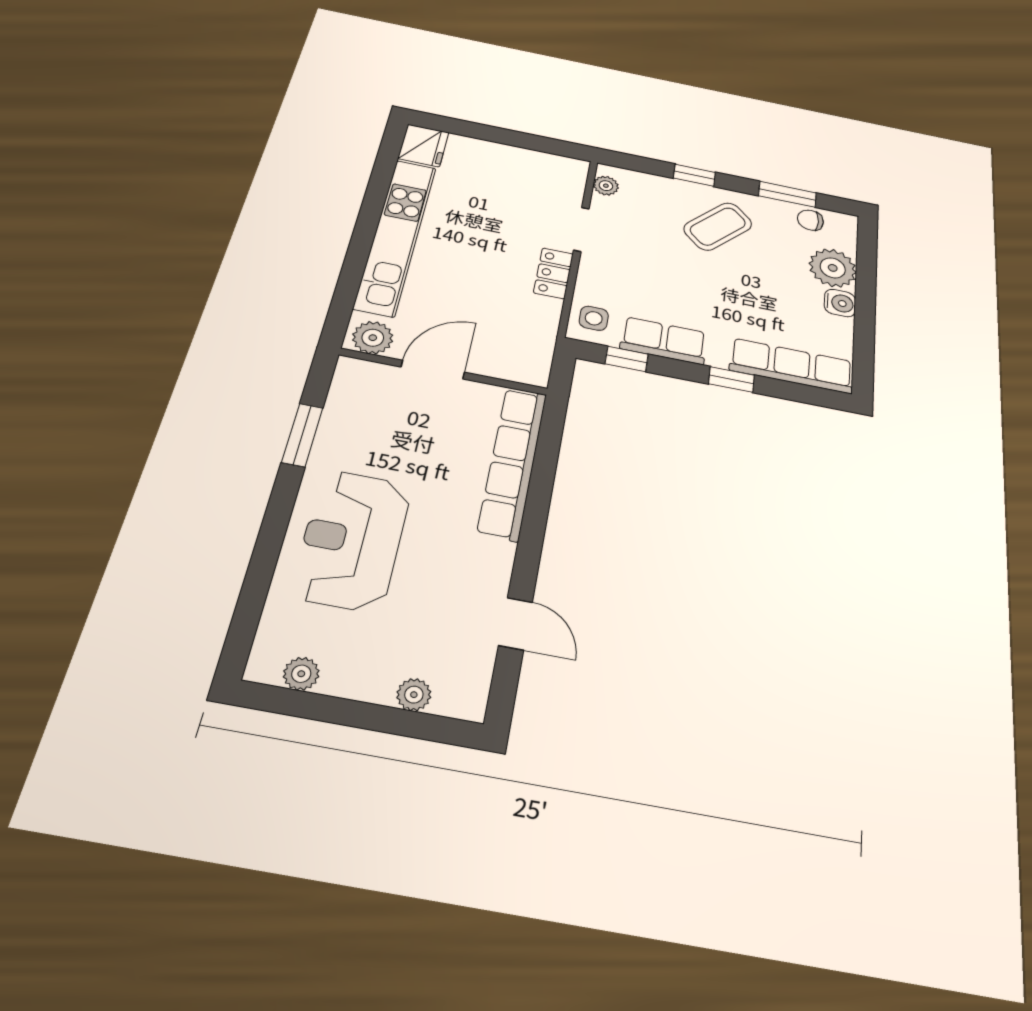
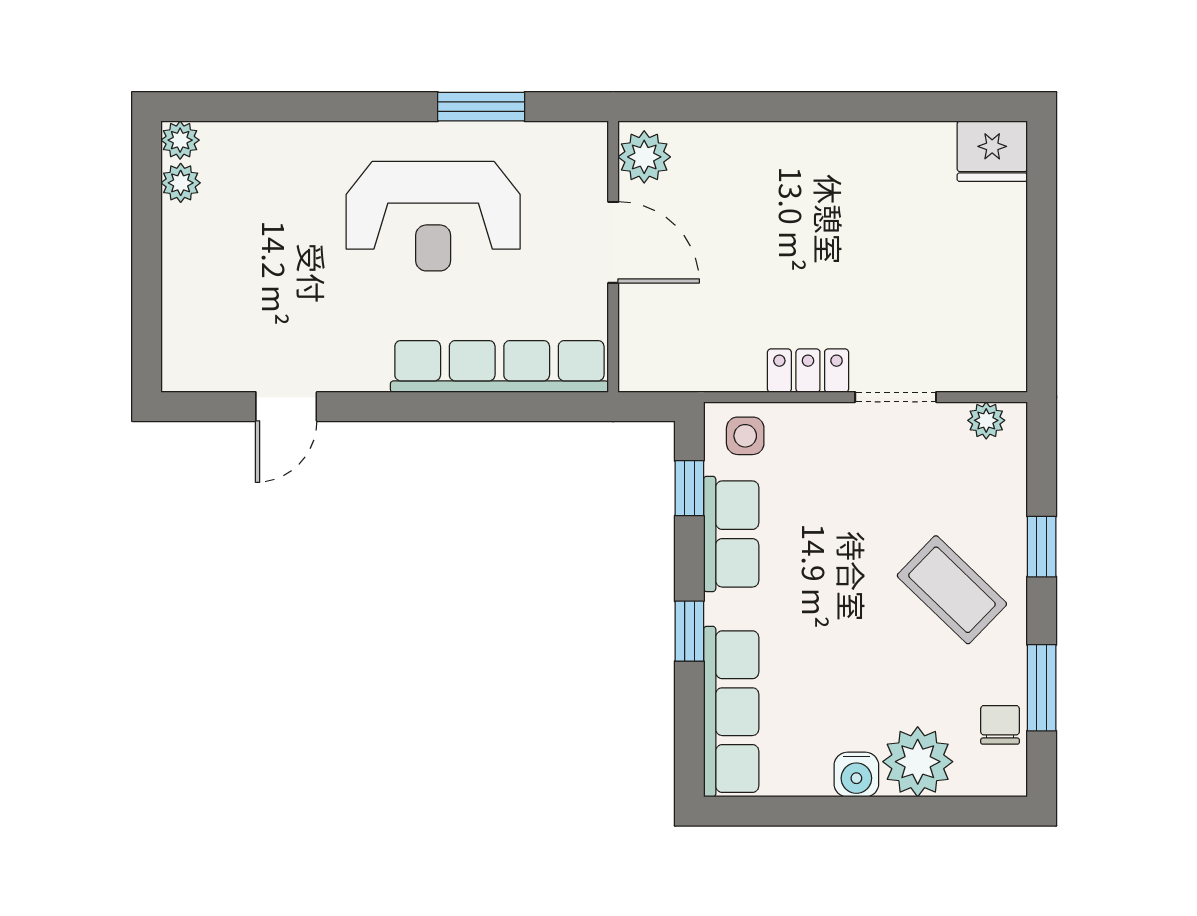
kitchen unit: (396, 236) -> (818, 149), removed
reception desk: (352, 540) -> (433, 216), moved, turned 180
plant: (414, 695) -> (180, 140), moved

